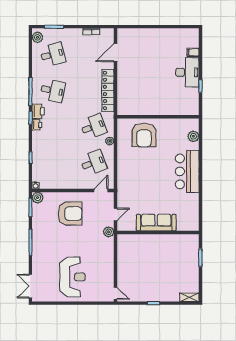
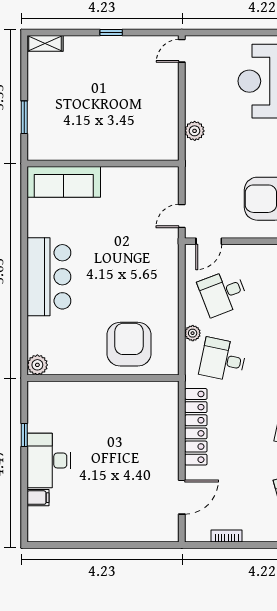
desk: (93, 127) -> (223, 360), turned 33
plant: (193, 136) -> (37, 365), moved
door: (115, 214) -> (182, 216), moved
sofa: (156, 223) -> (64, 182), moved
plant: (109, 232) -> (195, 131), moved
door: (115, 293) -> (182, 51), hinge flipped

